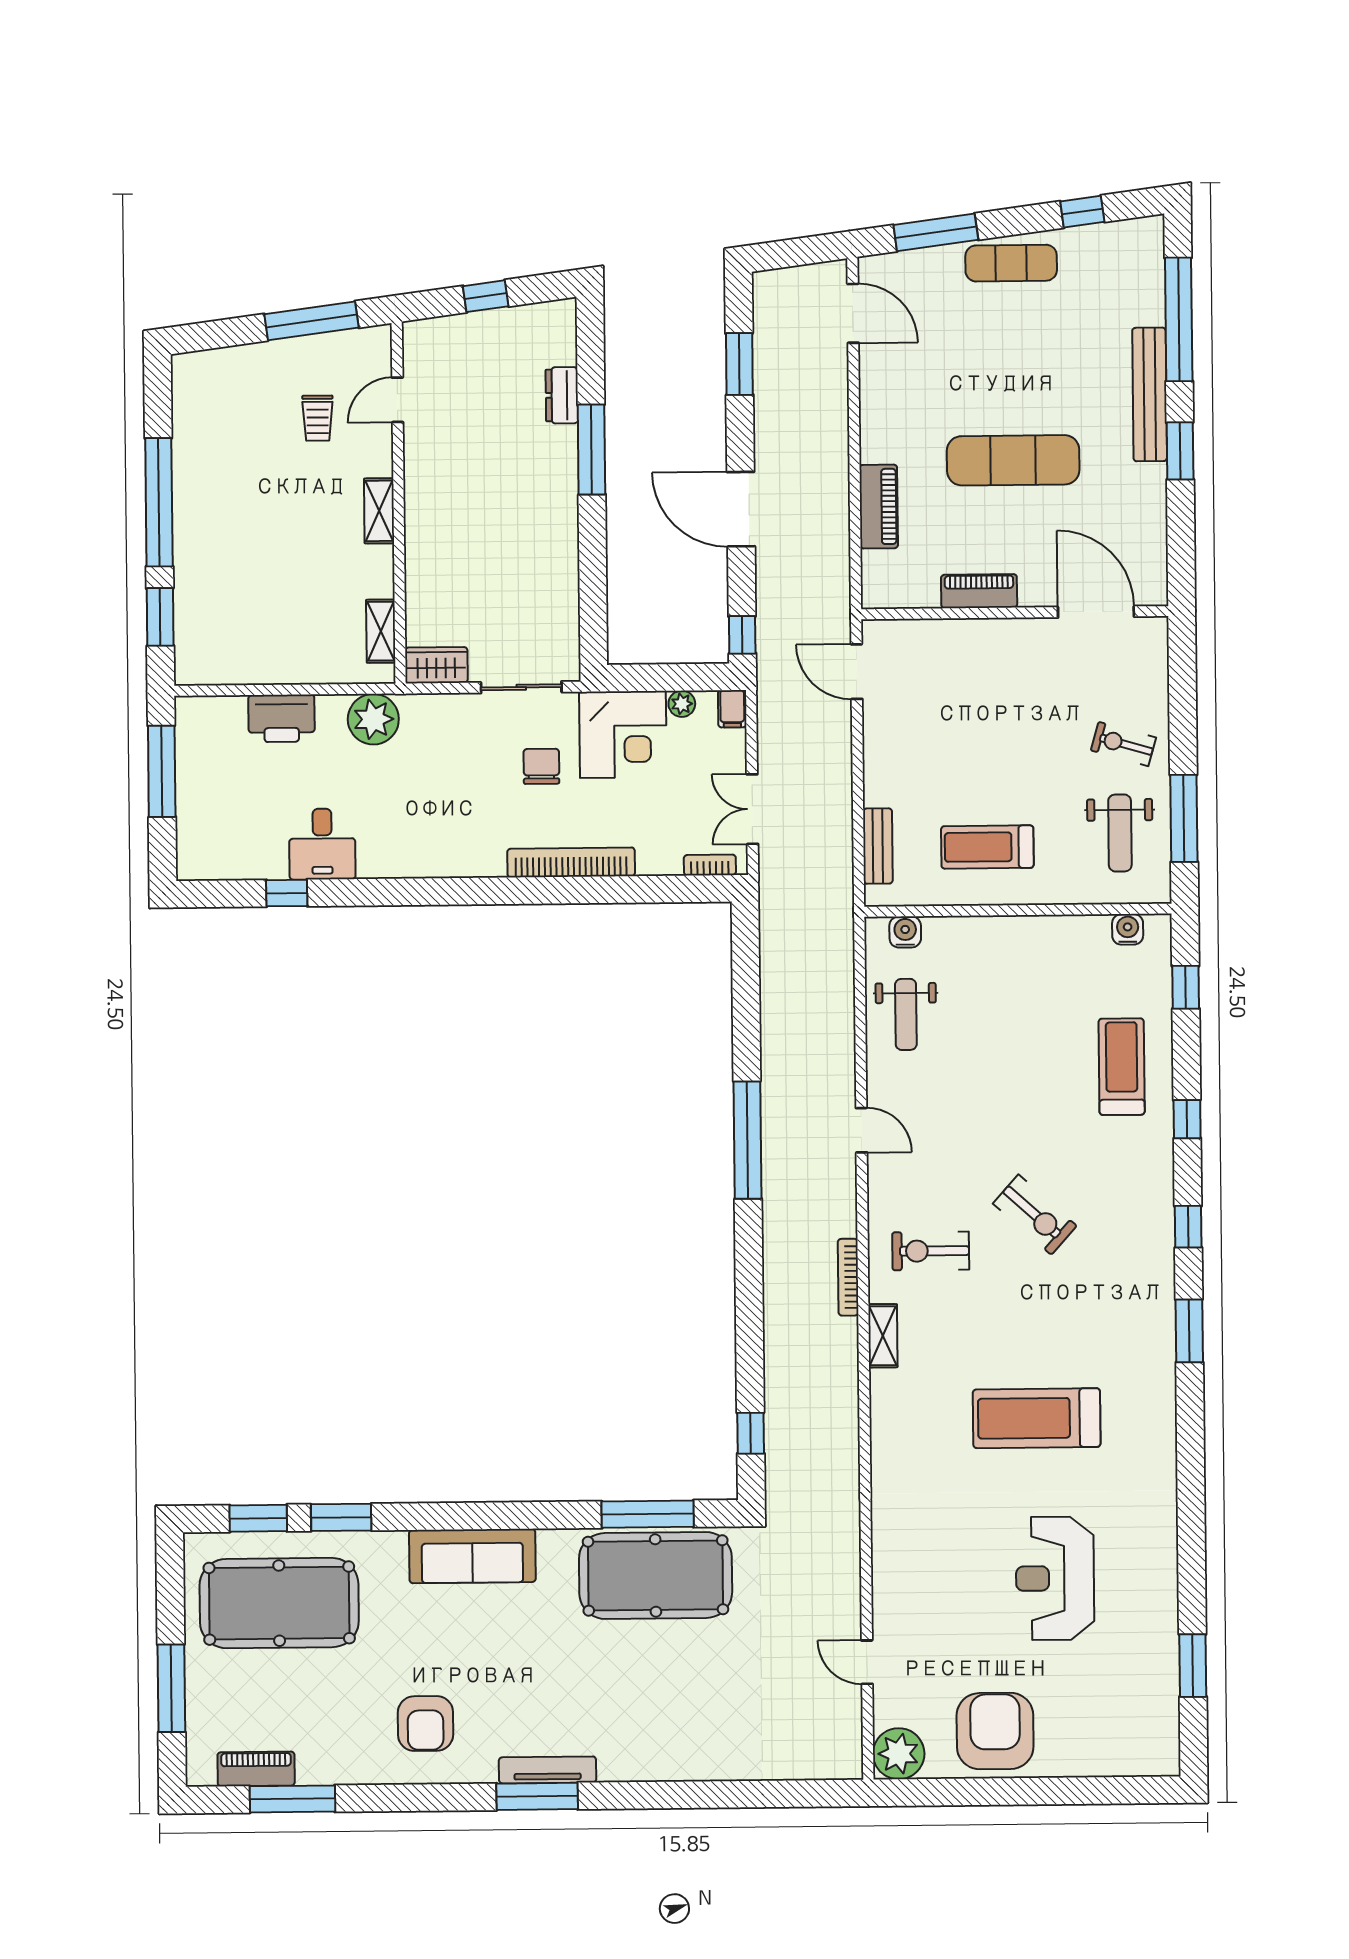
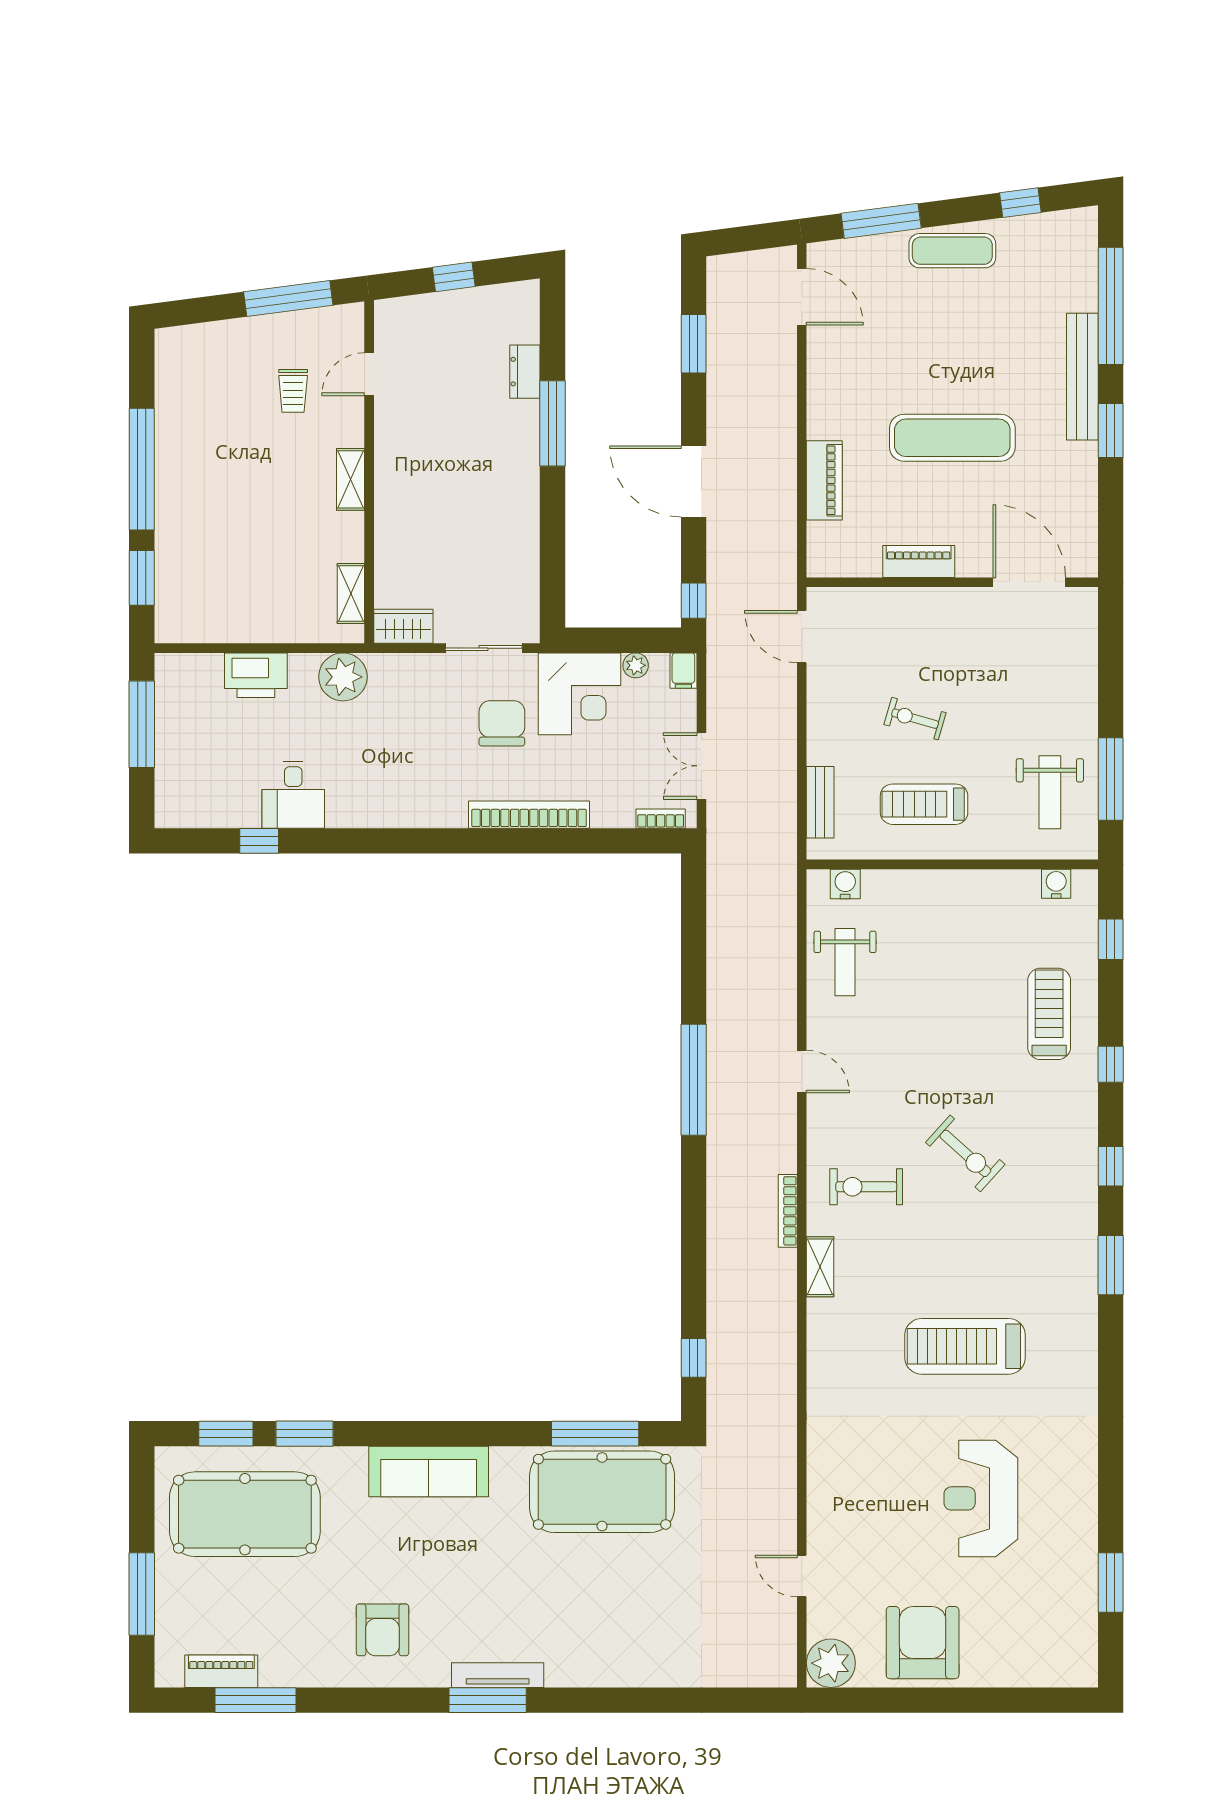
exercise bike: (1123, 744) -> (915, 719), moved
chair: (541, 766) -> (502, 723), width x1.37, depth x1.37

